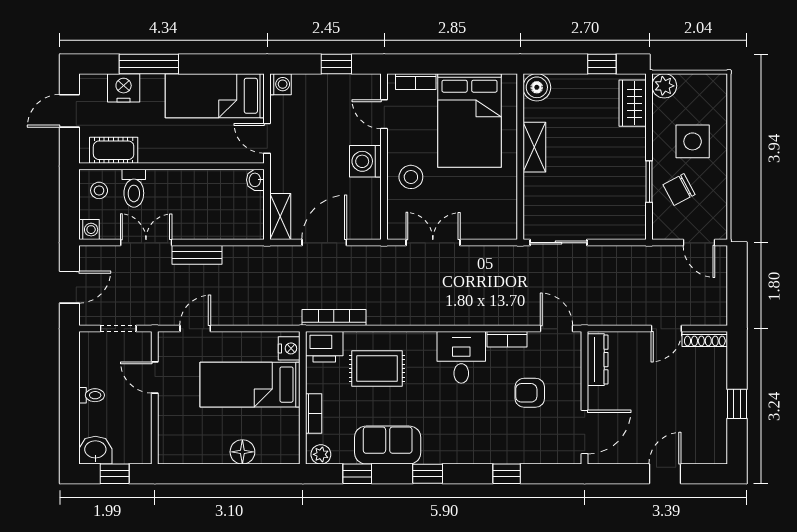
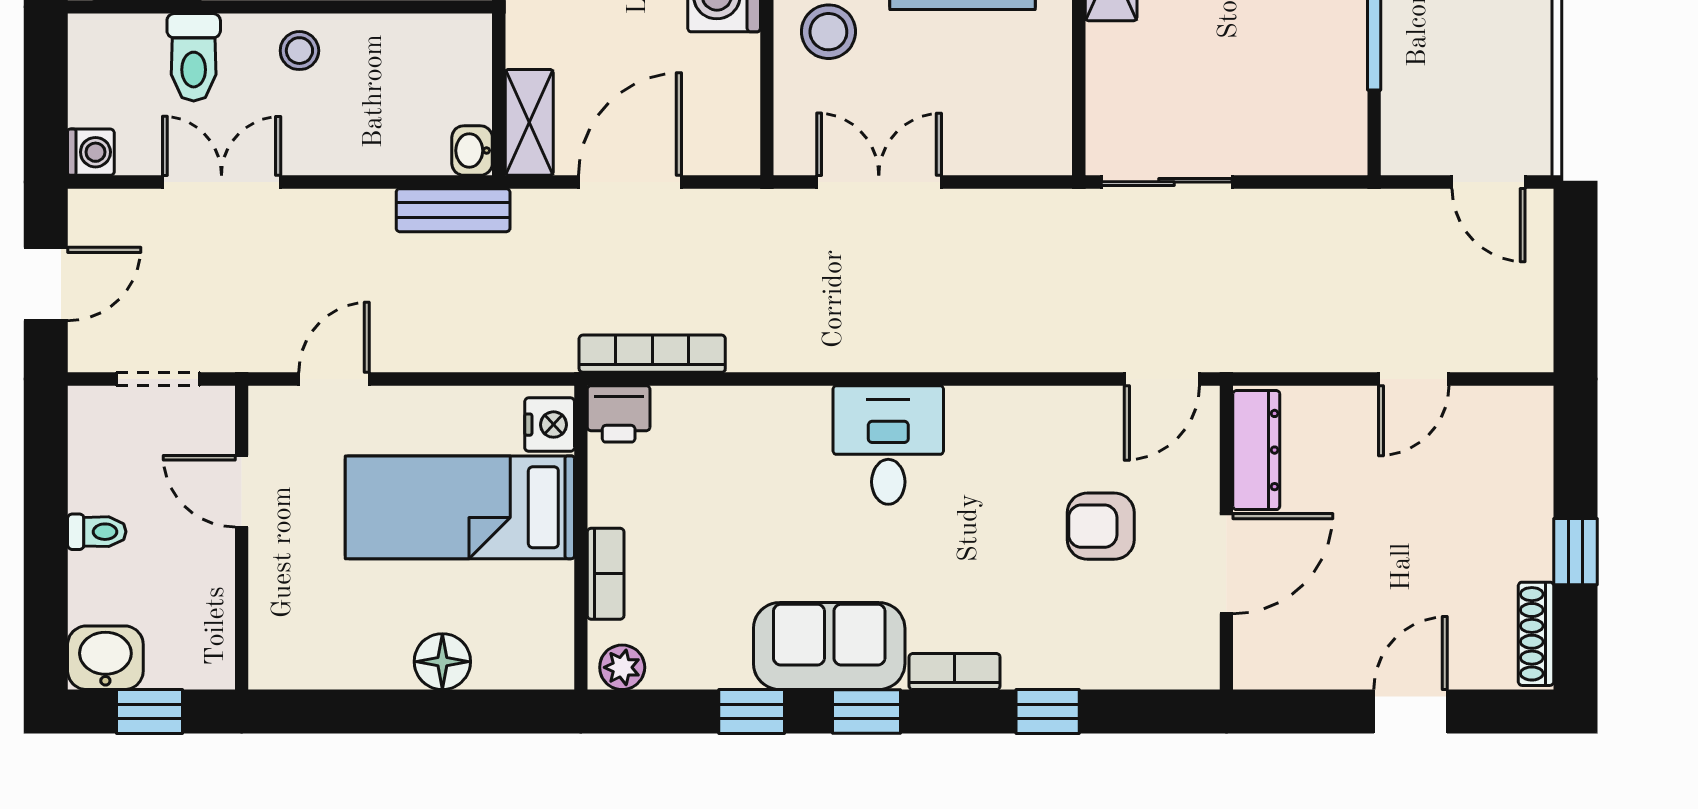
washbasin: (255, 180) -> (472, 151), moved
stool: (99, 190) -> (299, 51), moved
chair: (679, 190) -> (1443, 61), removed
bench: (197, 255) -> (453, 210), moved
door: (556, 329) -> (1162, 379), swing flipped
bookcase: (507, 339) -> (955, 672), moved, turned 180
shoe rack: (705, 339) -> (1536, 634), moved, turned 90
printer: (324, 347) -> (619, 414), width x0.73, depth x0.81
desk: (461, 357) -> (888, 445), moved
rug: (377, 369) -> (751, 471), removed
door: (585, 432) -> (1226, 564), moved
sofa: (388, 445) -> (829, 646), moved
window: (357, 474) -> (752, 712), moved

